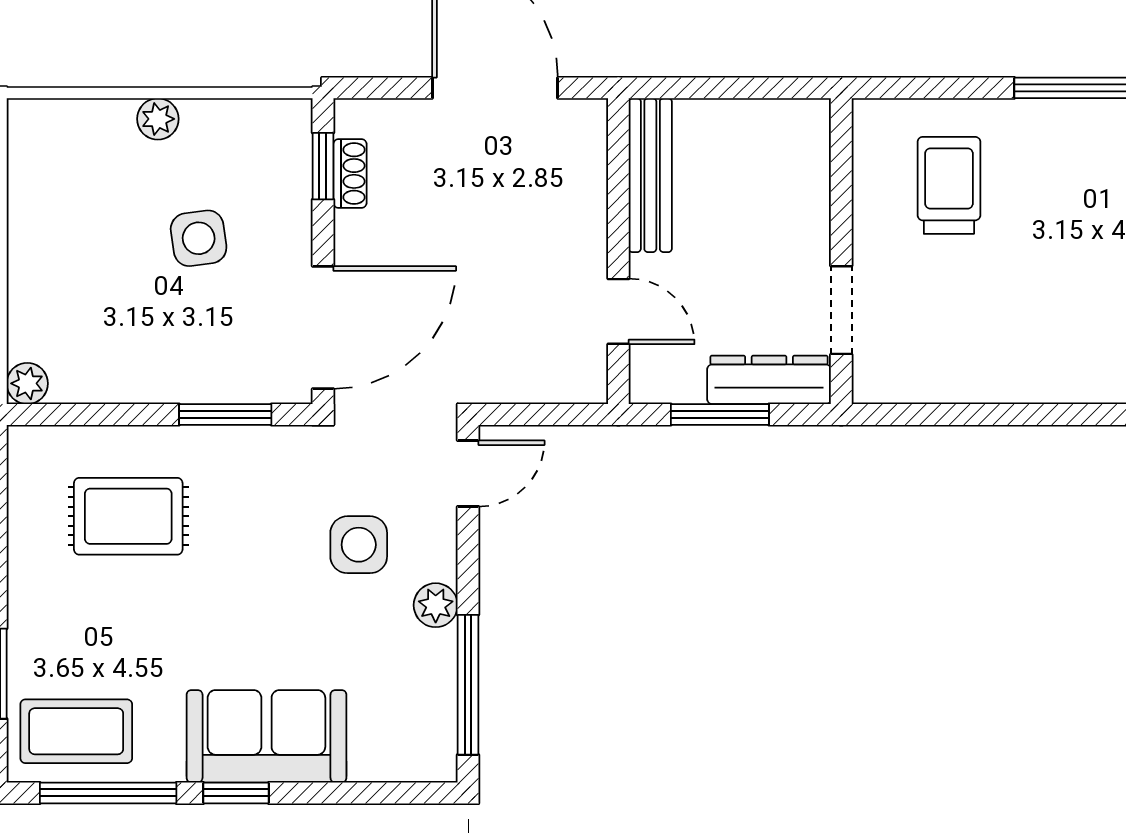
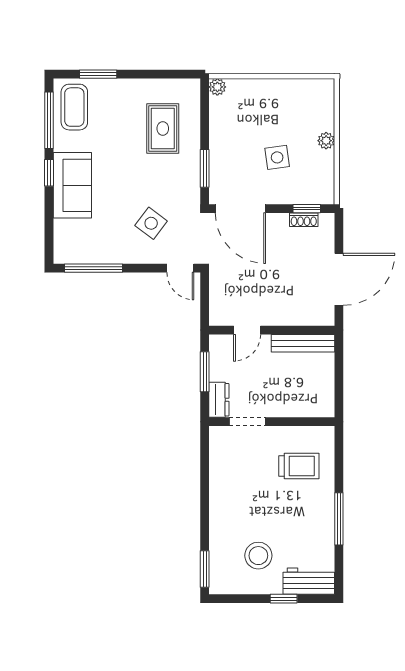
dresser: (769, 380) -> (219, 400), width x0.70
side table: (359, 545) -> (151, 223), turned 37
plant: (436, 605) -> (126, 255), removed

